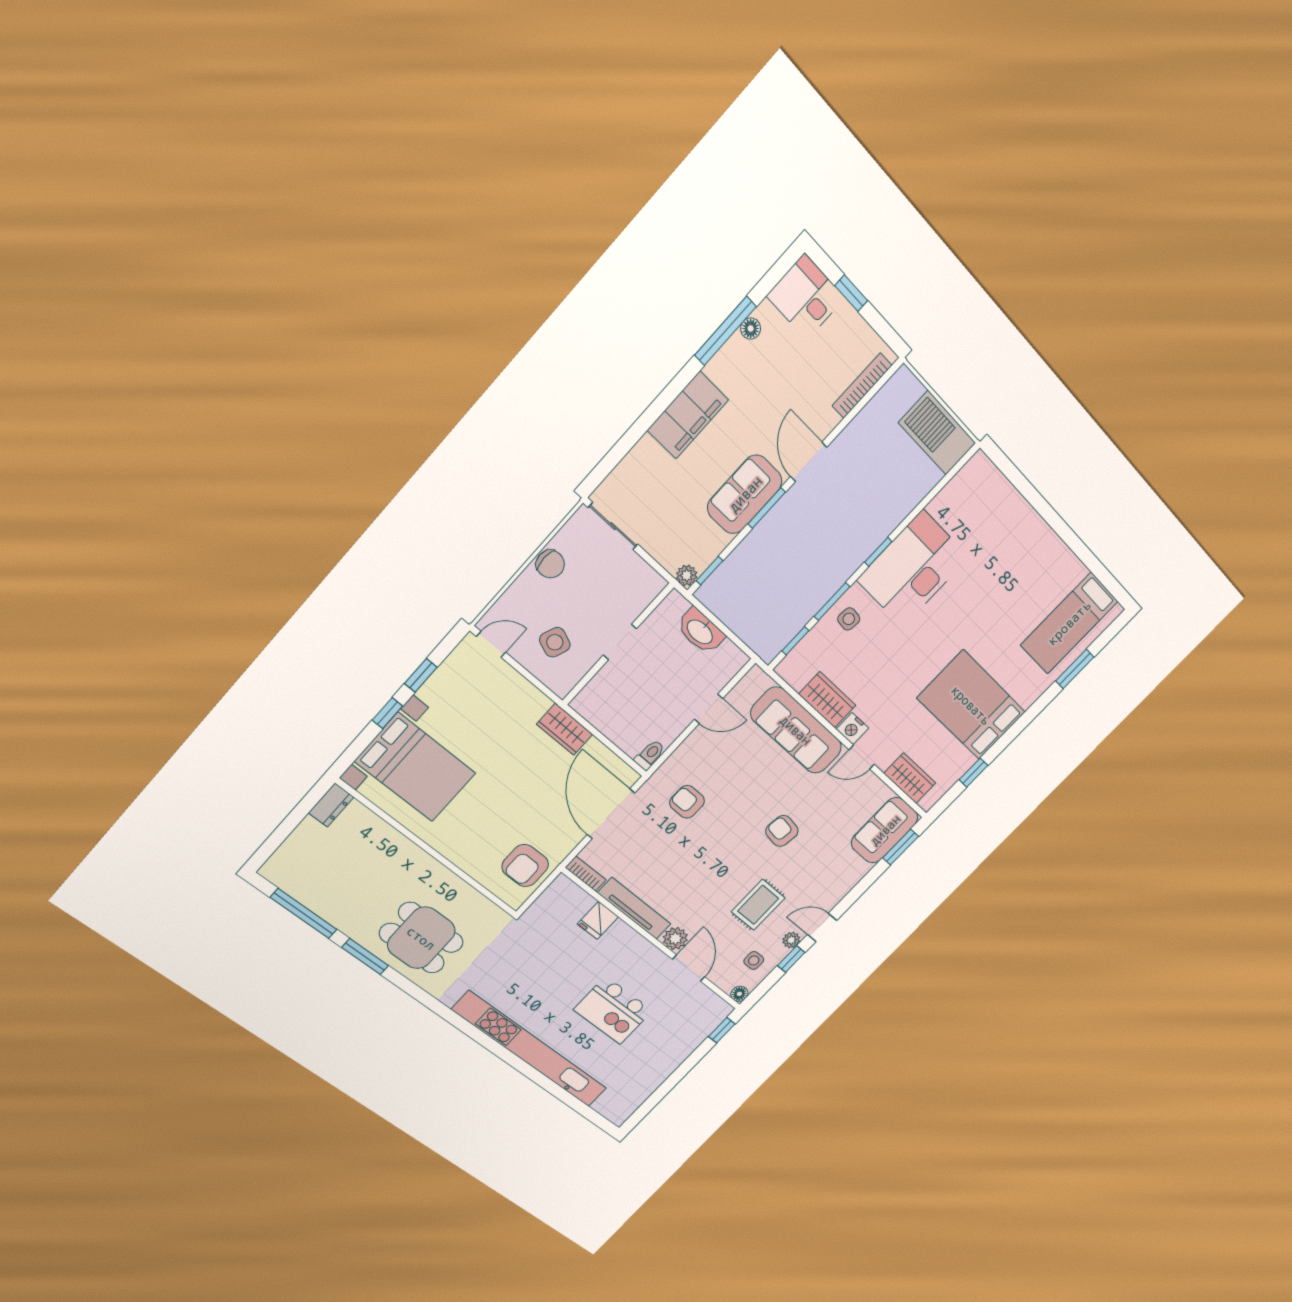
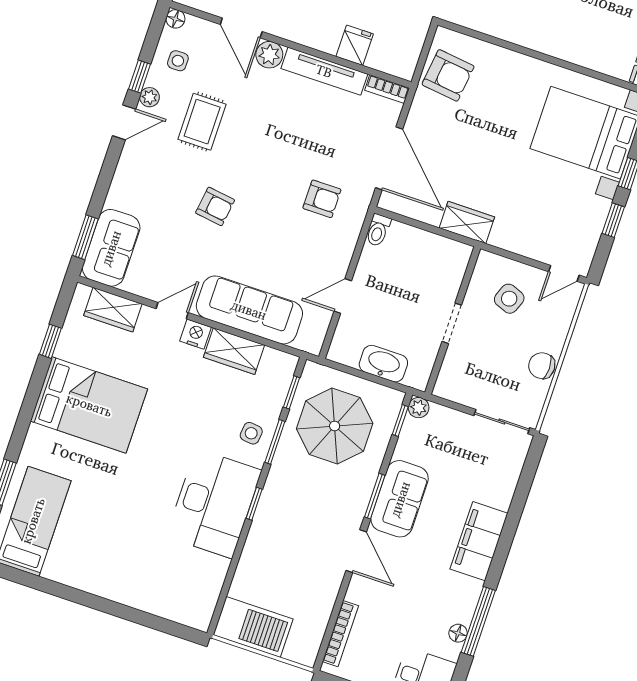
parasol: (772, 592) -> (335, 426), added
armchair: (525, 866) -> (448, 75), turned 97

